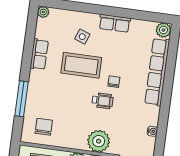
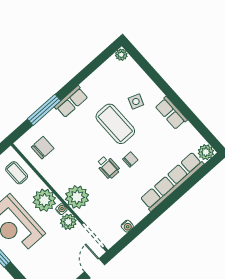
row of seats: (39, 54) -> (71, 102), moved

